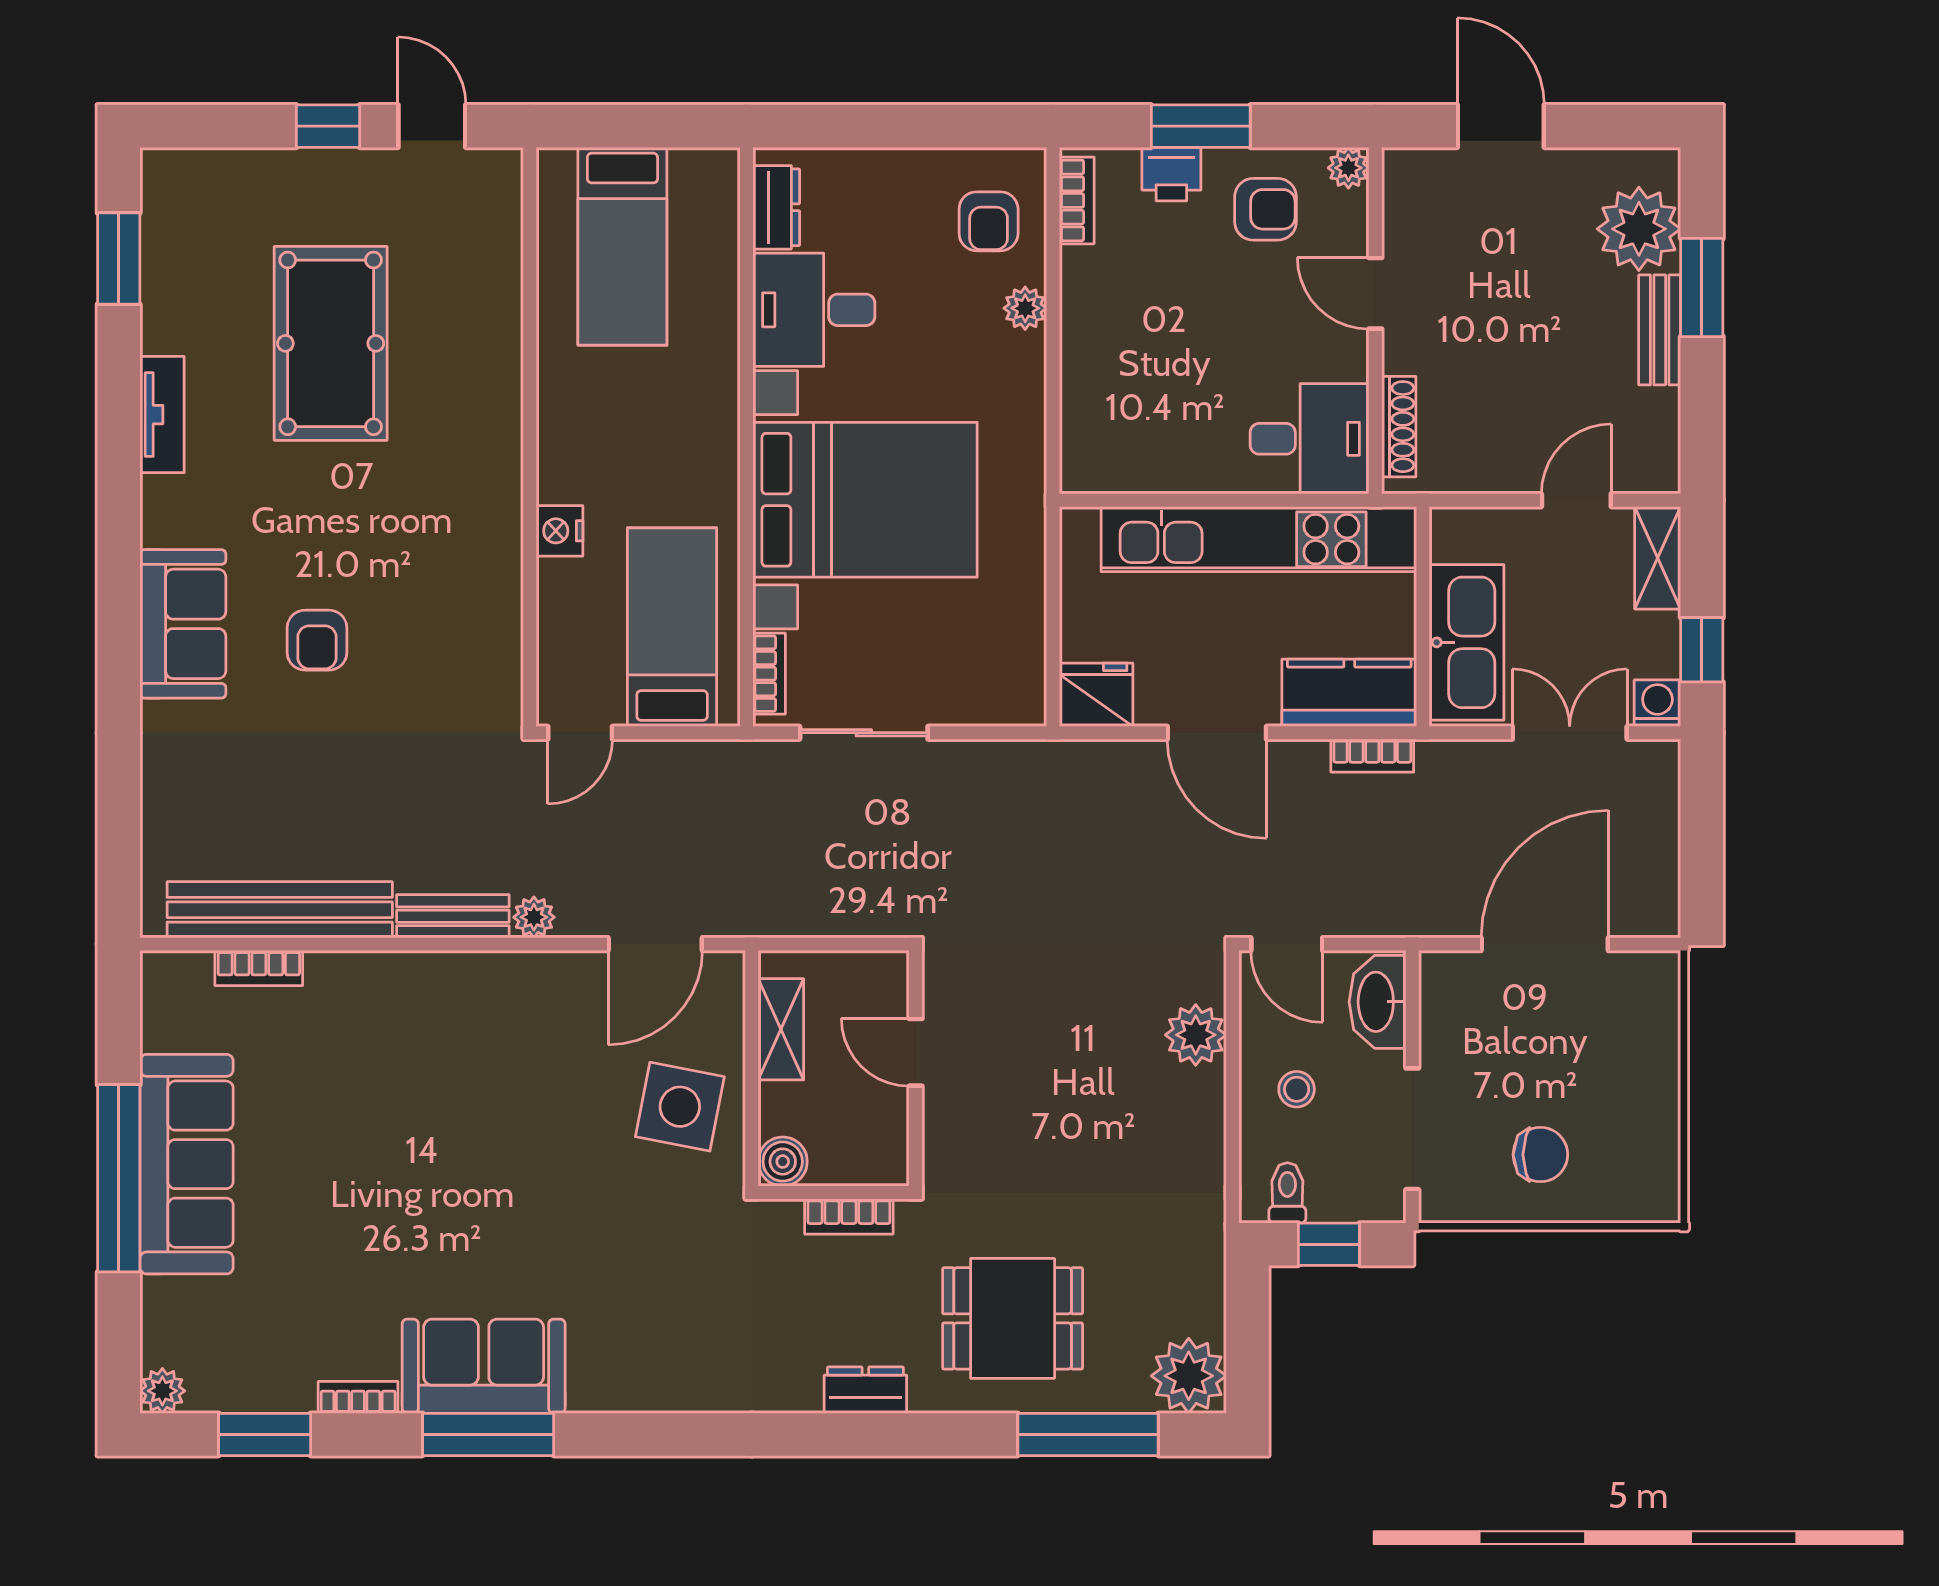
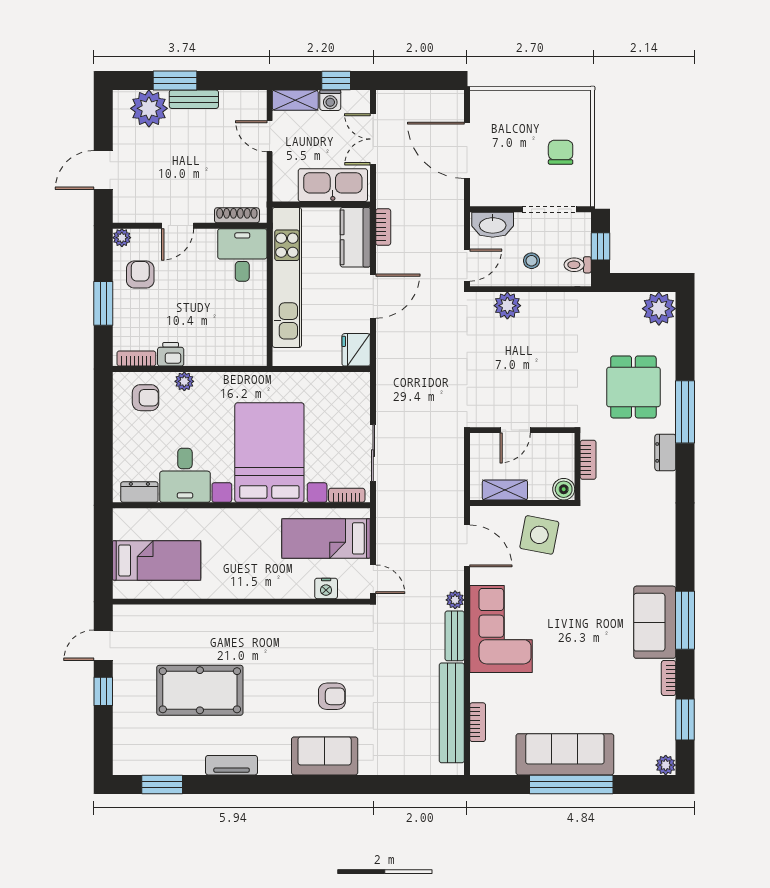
printer: (1171, 174) -> (171, 354), moved, turned -90
nightstand: (559, 531) -> (326, 588), moved
washing machine: (1657, 703) -> (330, 100), moved, turned -90
corner sofa: (468, 1021) -> (501, 629), added
window: (1088, 1434) -> (685, 412), moved

